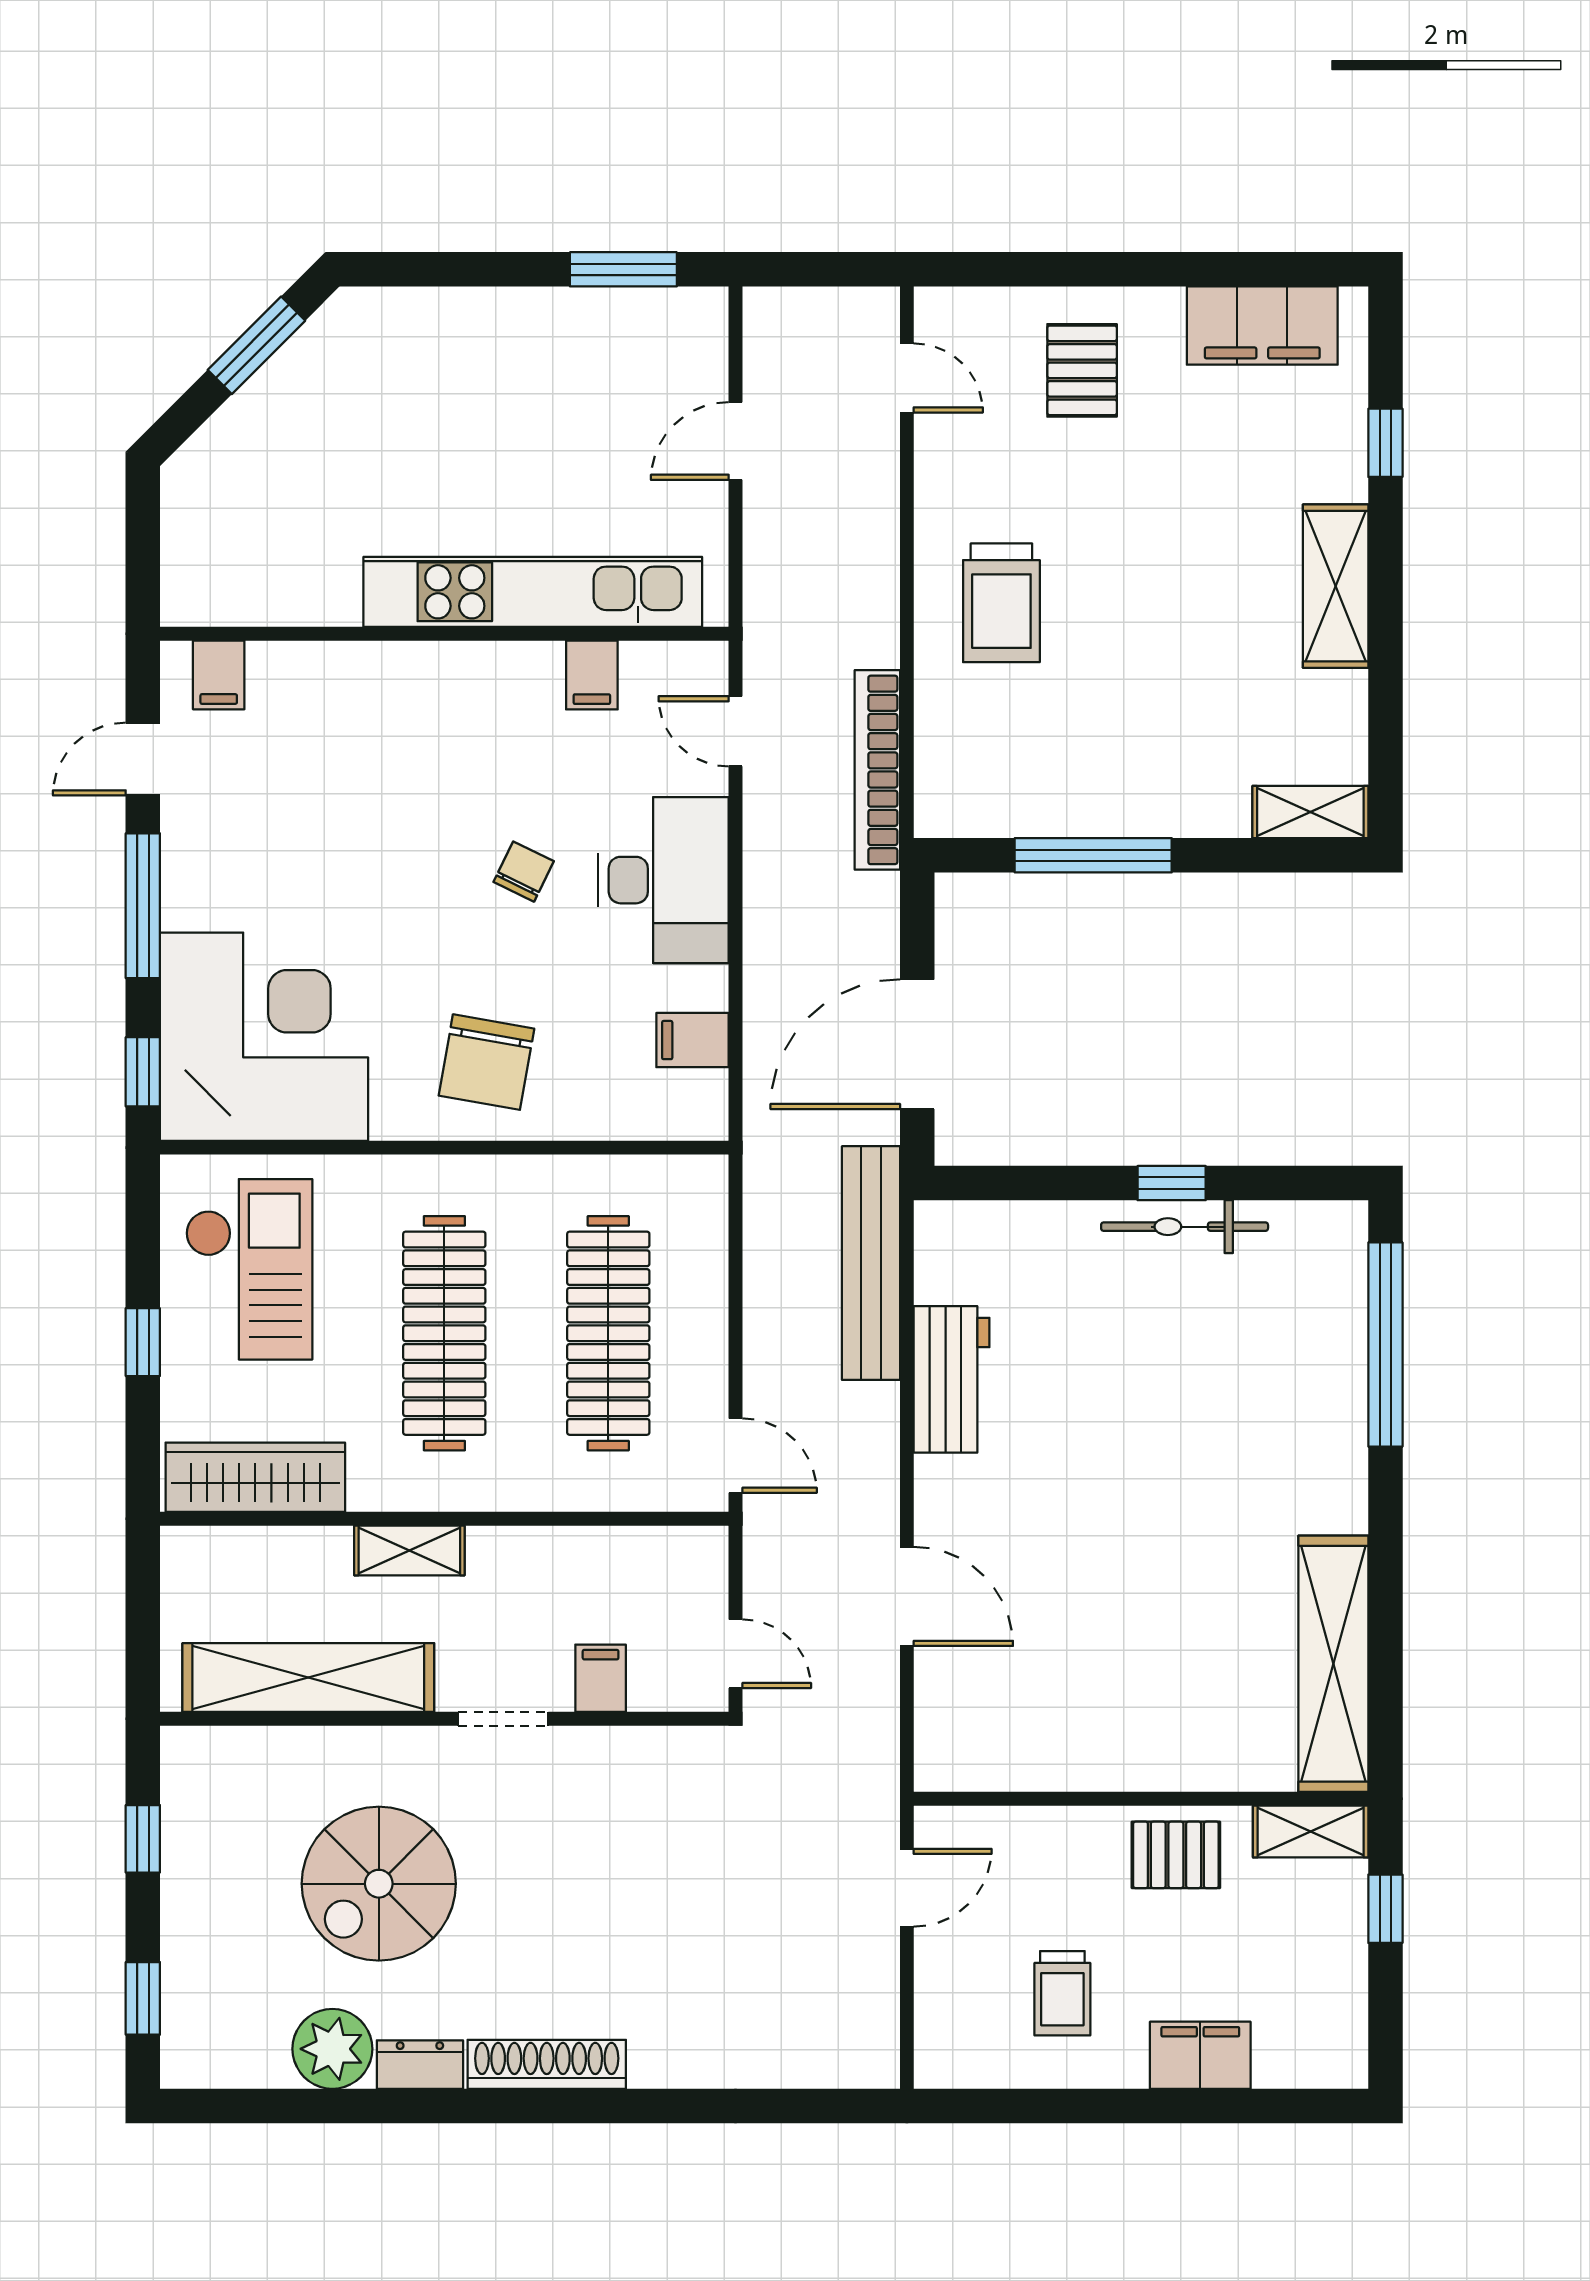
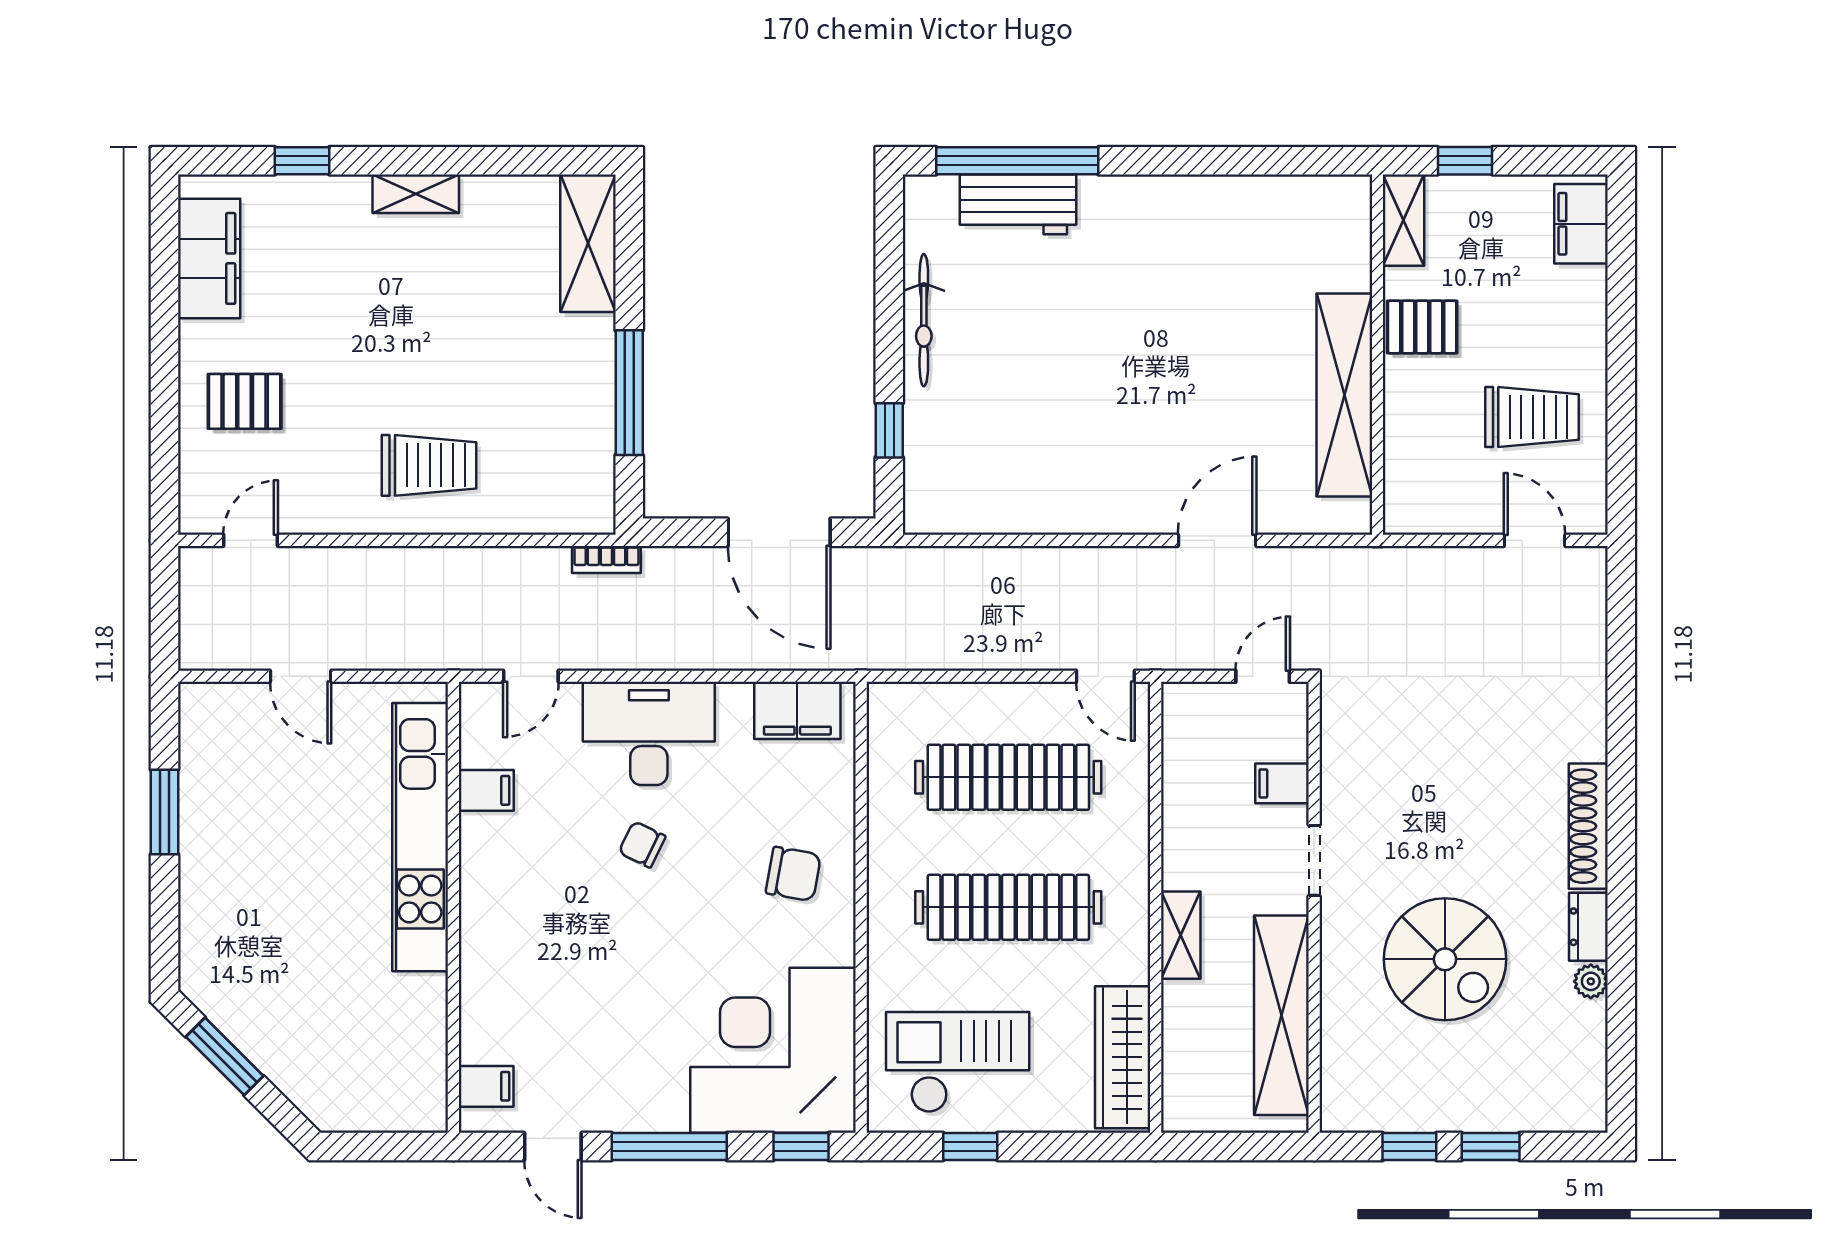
window: (623, 269) -> (164, 812), moved
shelving: (1336, 586) -> (416, 194), width x0.67, depth x0.75
bookcase: (877, 770) -> (606, 560), width x0.43, depth x0.76
shelving: (1310, 812) -> (588, 243), width x1.50, depth x1.33
filing cabinet: (693, 1040) -> (797, 710), width x2.00
chair: (486, 1062) -> (793, 874), width x0.73, depth x0.73
window: (1172, 1183) -> (889, 430), moved
bench: (871, 1263) -> (953, 569), removed
window: (143, 1342) -> (970, 1147), moved
workbench: (952, 1379) -> (1018, 204), moved, turned 180
door: (736, 1456) -> (1105, 676), swing flipped
shelving: (1333, 1664) -> (1344, 395), moved, turned 90
pallet: (1176, 1855) -> (1422, 327), turned 90
door: (907, 1888) -> (1535, 540), moved
trolley: (1062, 1993) -> (1532, 417), width x1.36, depth x1.39
window: (143, 1998) -> (1491, 1147), moved
plant: (332, 2049) -> (1591, 981), width x0.53, depth x0.53
filing cabinet: (1200, 2055) -> (1581, 224), moved

